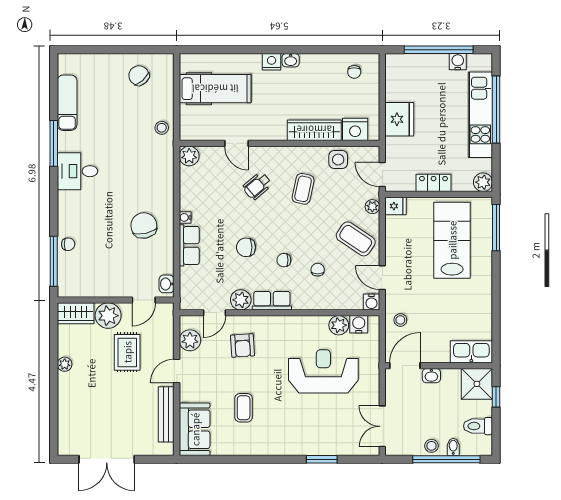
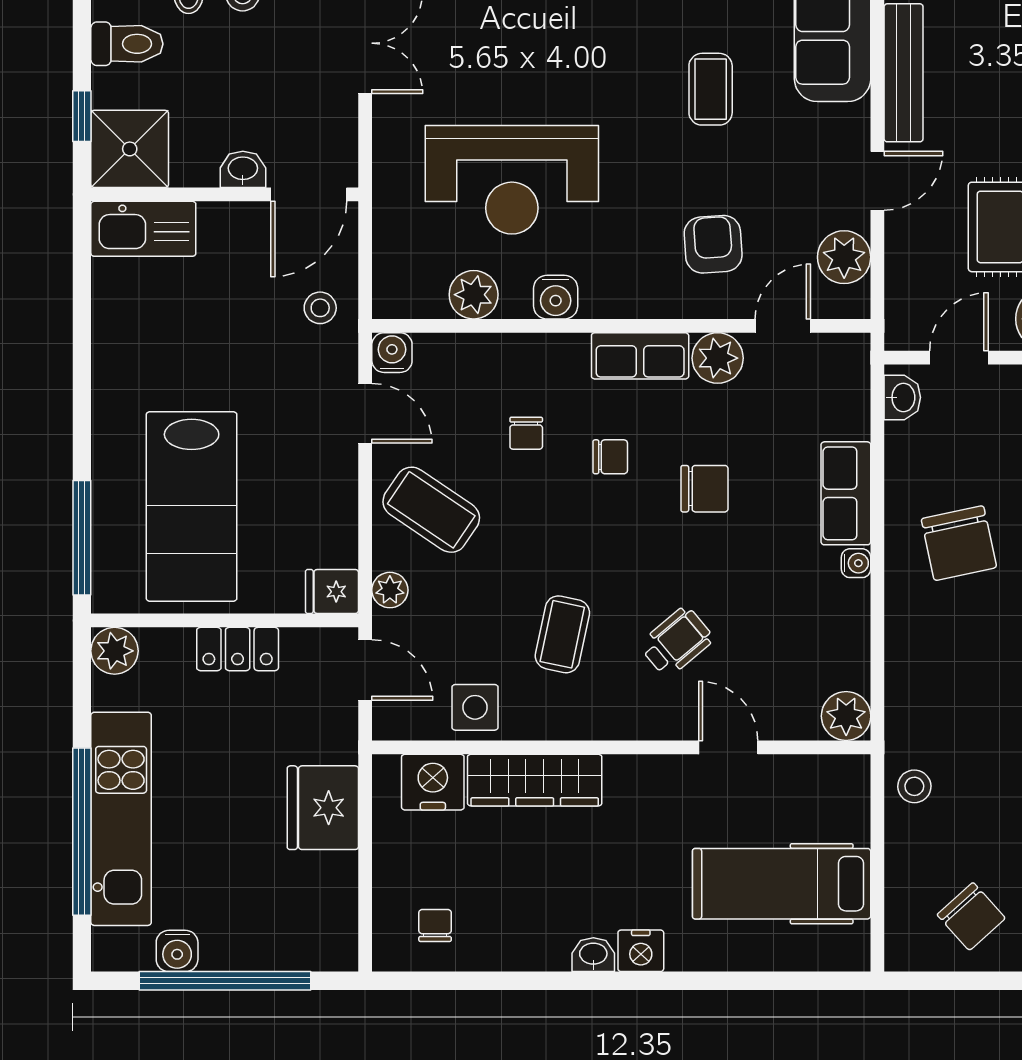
water cooler: (359, 324) -> (556, 297), moved

